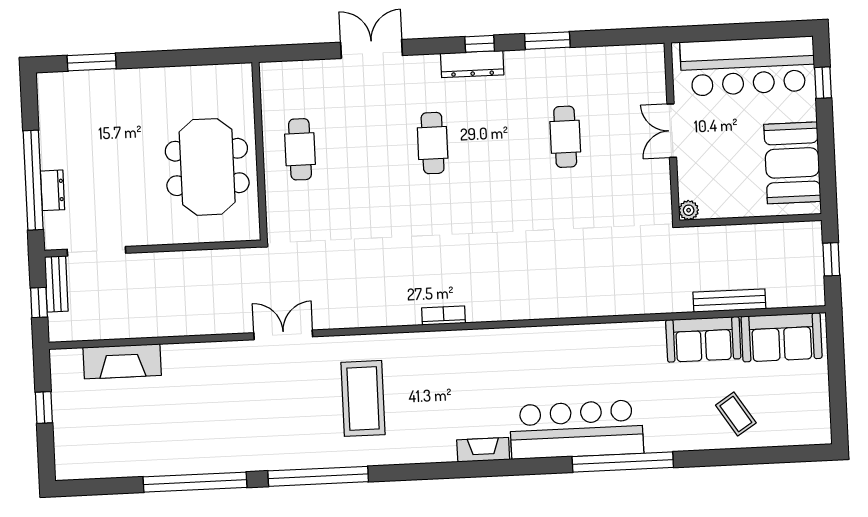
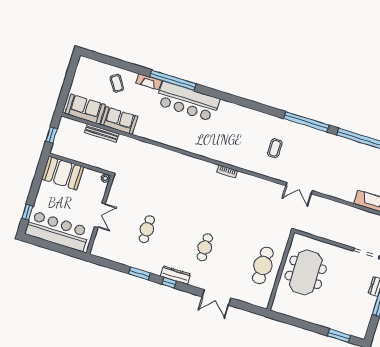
cafe table: (300, 149) -> (263, 265), width x1.37, depth x1.35
booth: (792, 163) -> (63, 173), moved, turned 90
coffee table: (363, 398) -> (275, 148), width x0.54, depth x0.58
fireplace: (483, 450) -> (149, 82), moved

